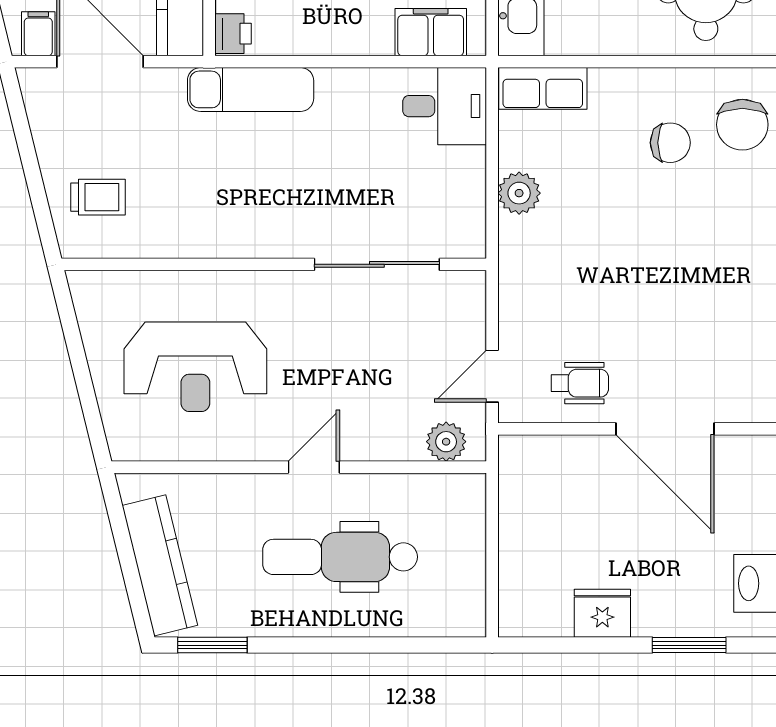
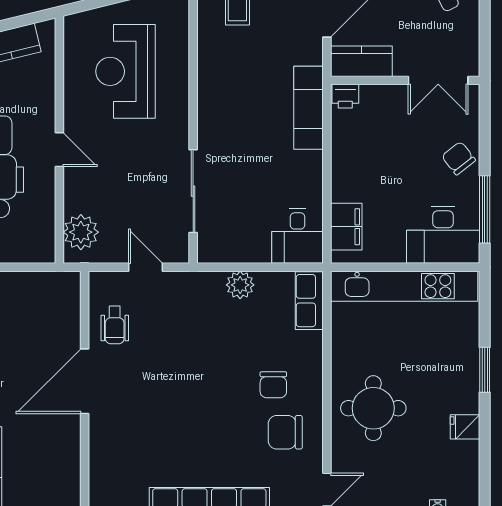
door: (492, 376) -> (145, 267), moved
plant: (446, 442) -> (81, 232), width x1.36, depth x1.36

